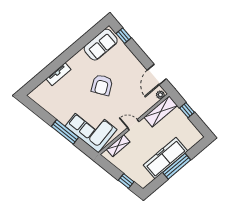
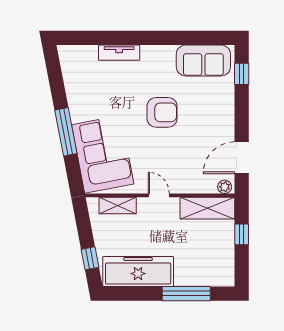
armchair: (102, 85) -> (162, 112), turned -145
freezer: (165, 158) -> (138, 271), moved
window: (177, 166) -> (186, 294), moved

